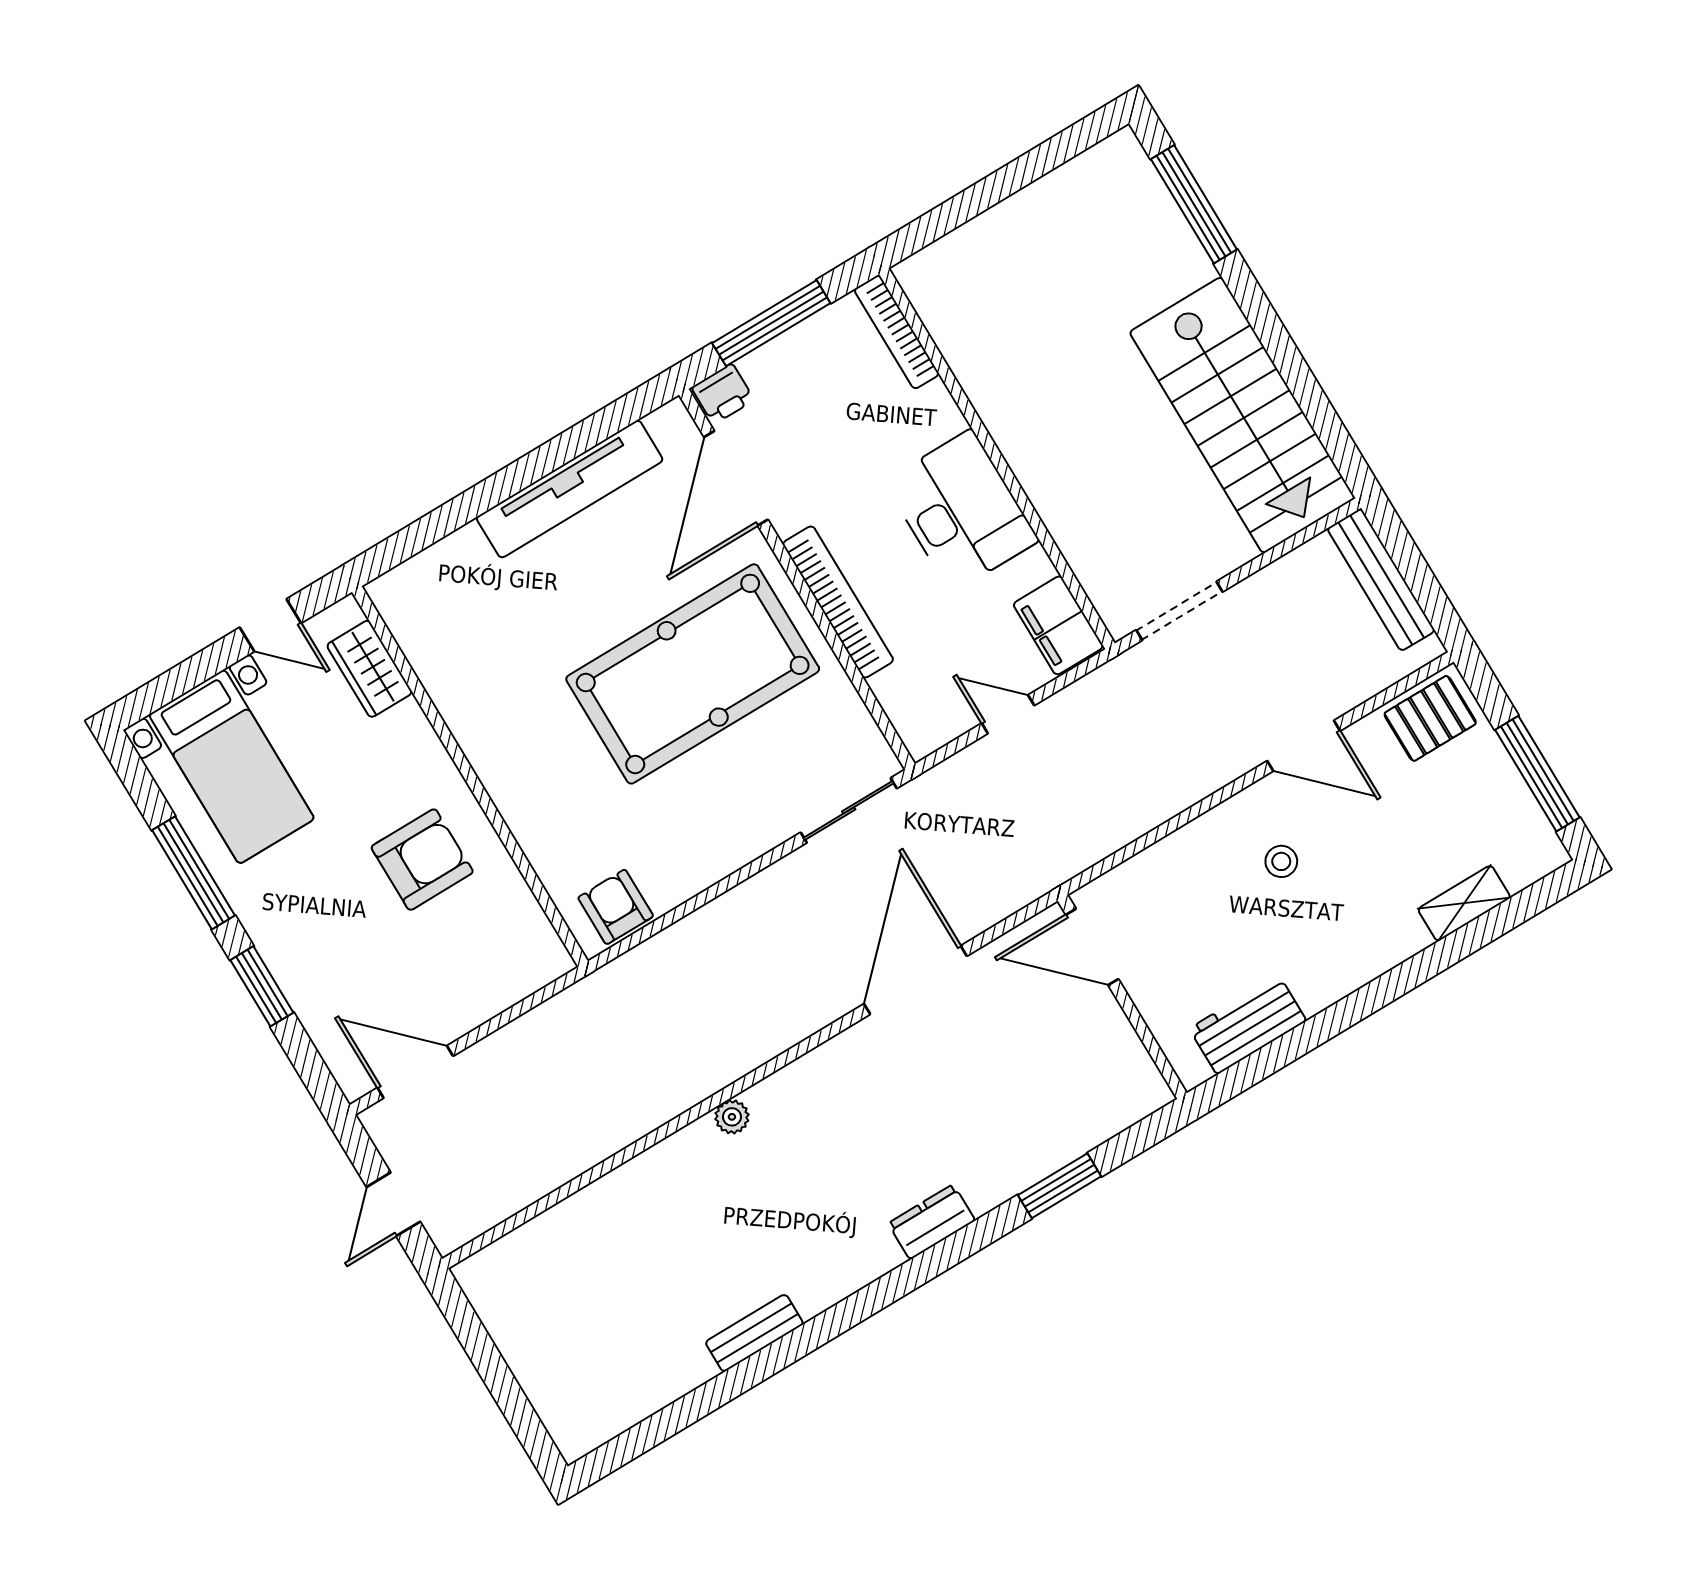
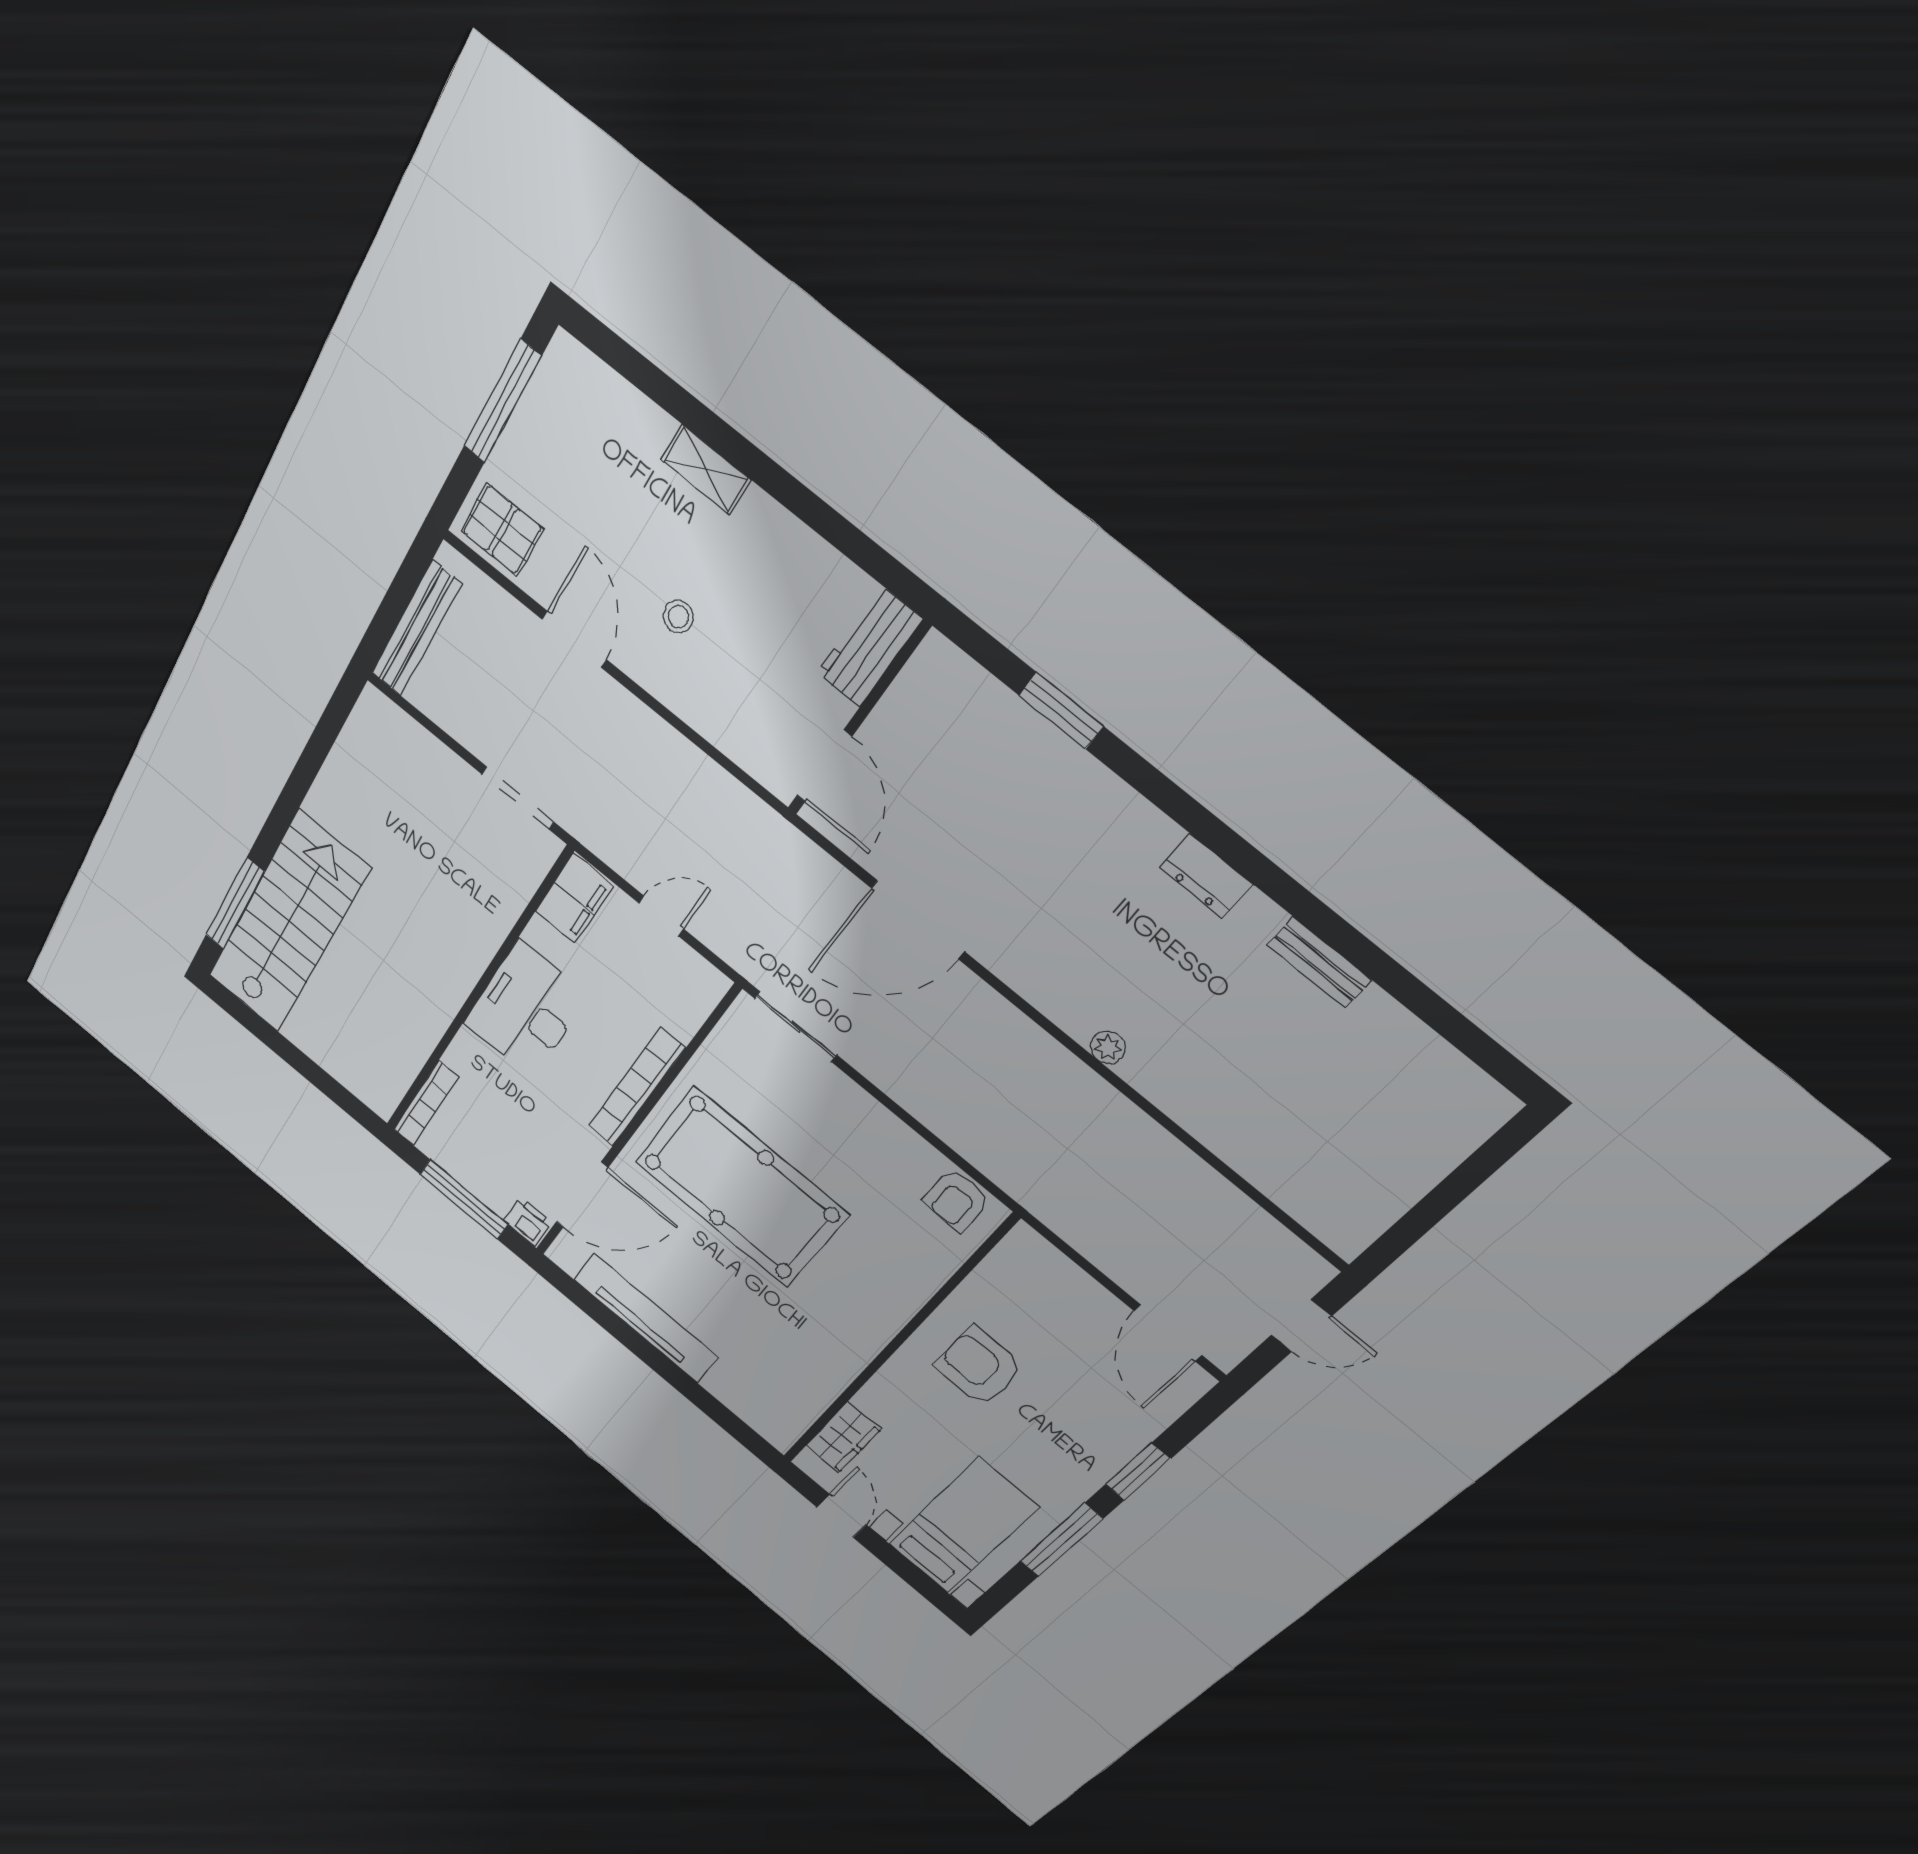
stairs: (1242, 415) -> (288, 923), moved
door: (1008, 714) -> (661, 916), swing flipped
shelving: (1464, 903) -> (706, 470), moved
workbench: (1248, 1025) -> (869, 646), moved, turned 90
dresser: (932, 1222) -> (1206, 876), moved

